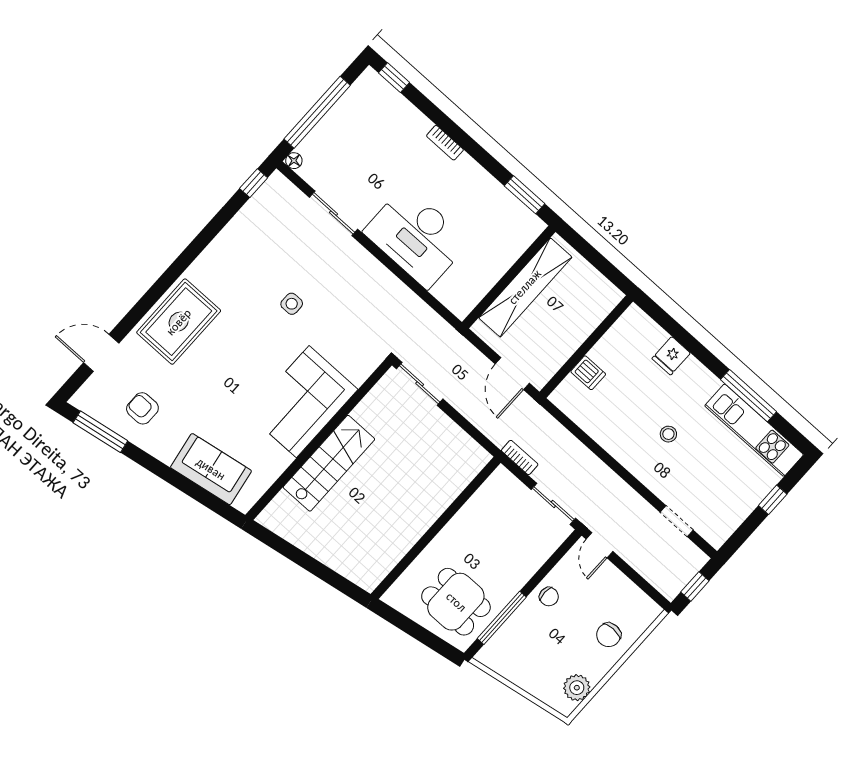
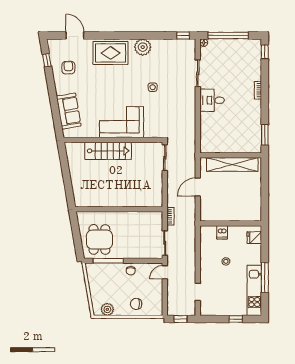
desk: (416, 237) -> (212, 100), width x0.53, depth x0.77
plant: (215, 263) -> (143, 47), added
wall: (586, 347) -> (231, 223), moved
dishwasher: (588, 373) -> (222, 232), moved
window: (100, 432) -> (47, 60), width x0.46

